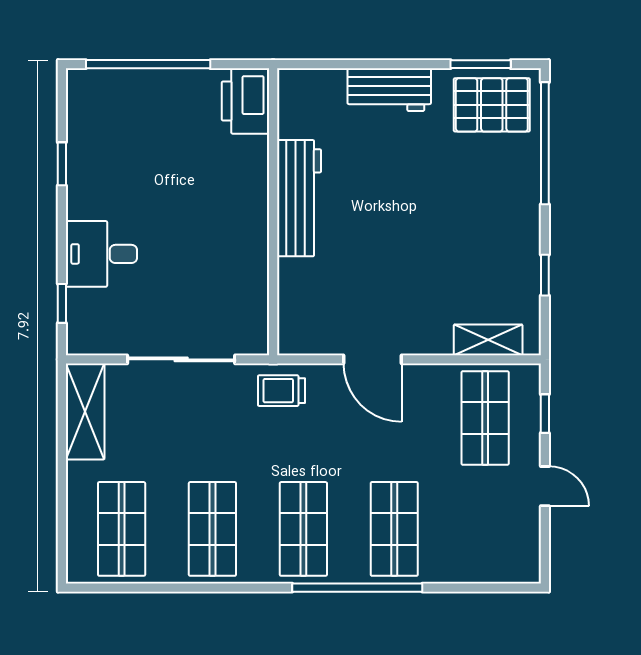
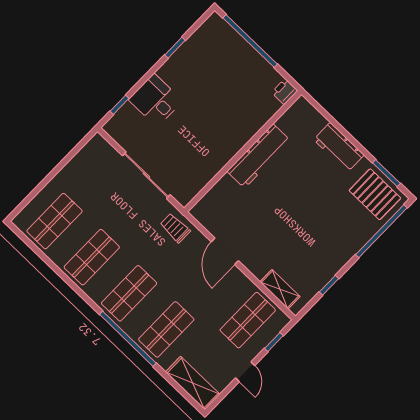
printer: (246, 101) -> (285, 92), width x0.53, depth x0.68
shelving: (85, 411) -> (193, 383), moved, turned 90

